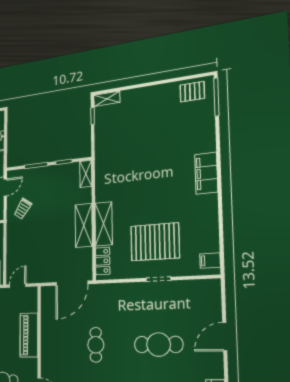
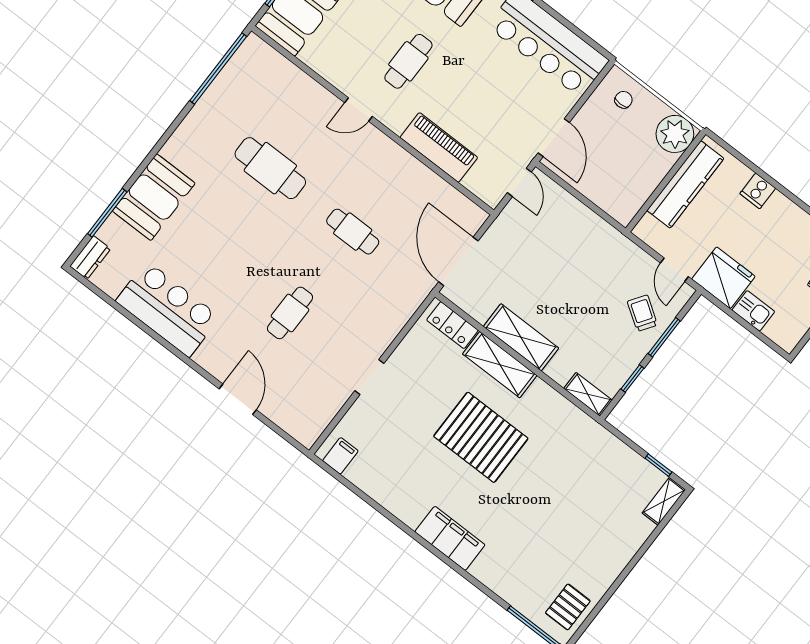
trolley: (23, 209) -> (642, 313), moved
pallet: (155, 242) -> (481, 437), moved, turned 90
cafe table: (159, 345) -> (290, 313), width x0.73, depth x0.74

